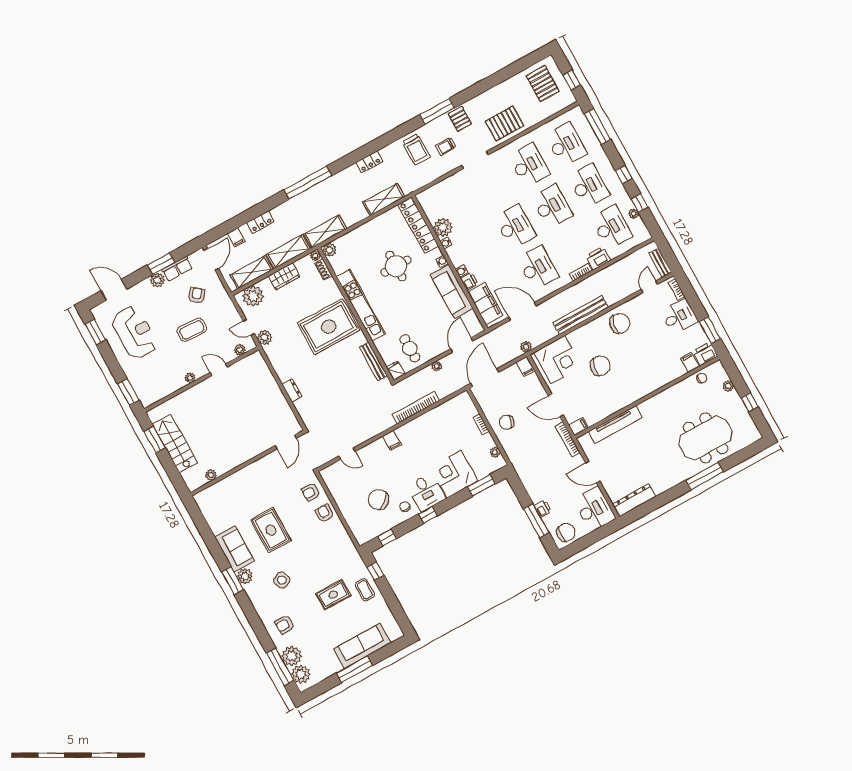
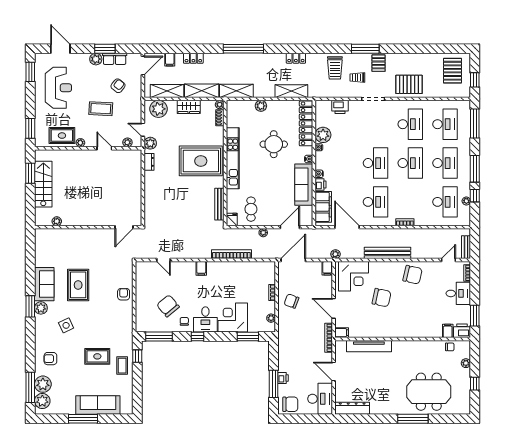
window: (624, 174) -> (475, 169), width x2.17
plant: (329, 250) -> (261, 106), moved
printer: (598, 258) -> (340, 107), moved, turned 180
rug: (166, 381) -> (62, 136), added
dresser: (292, 390) -> (149, 162), moved
armchair: (311, 492) -> (122, 273), removed
window: (387, 537) -> (159, 337), width x2.17

